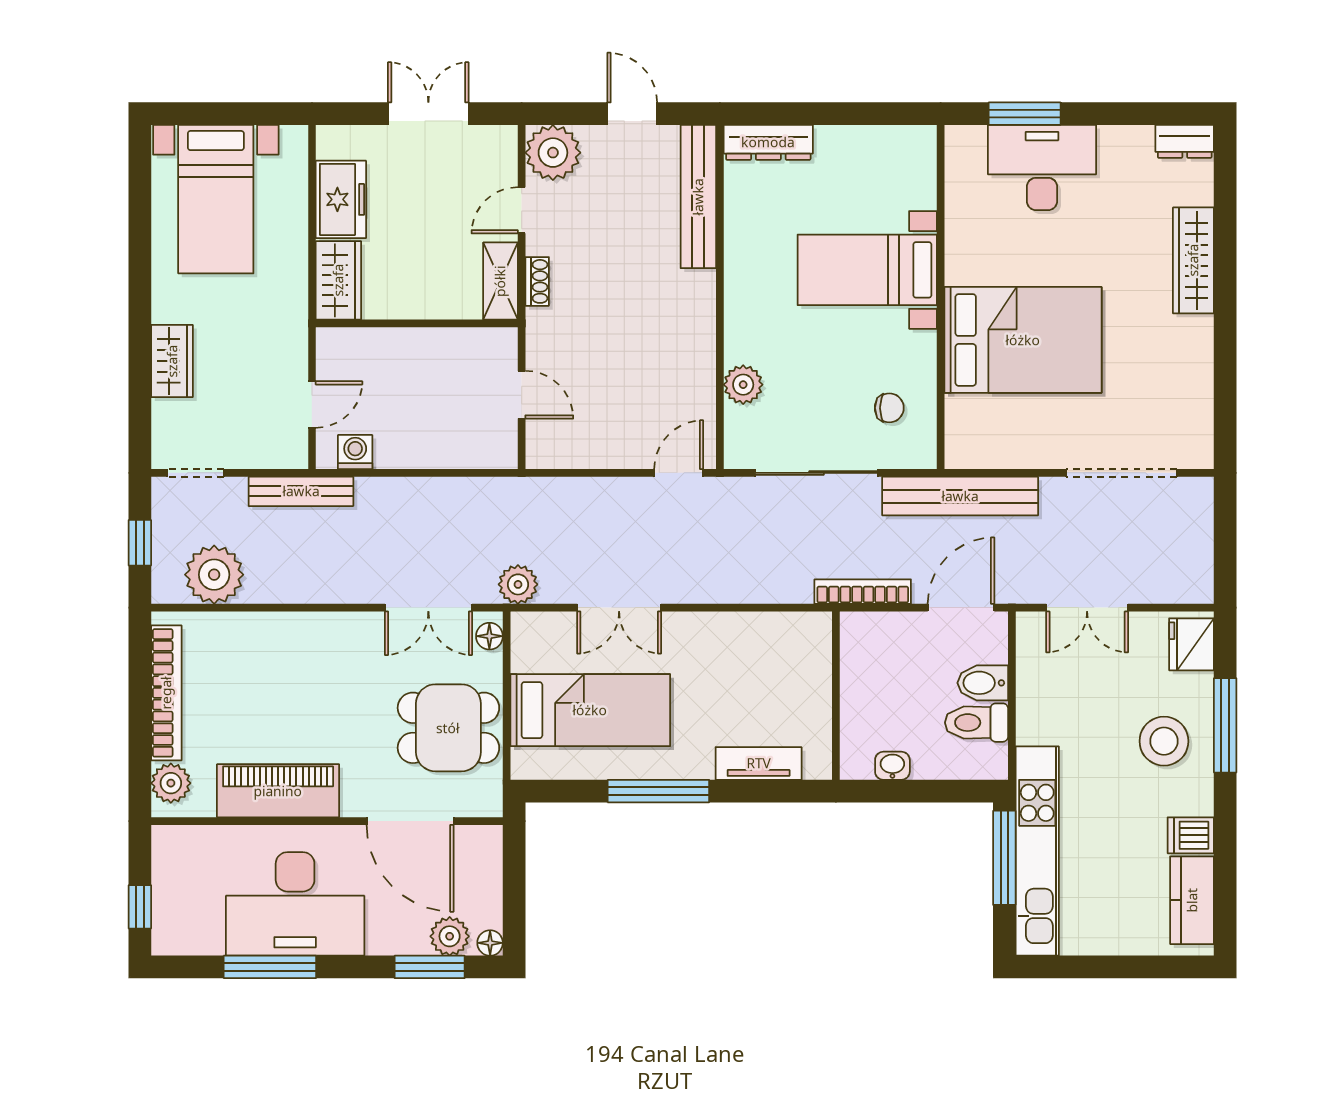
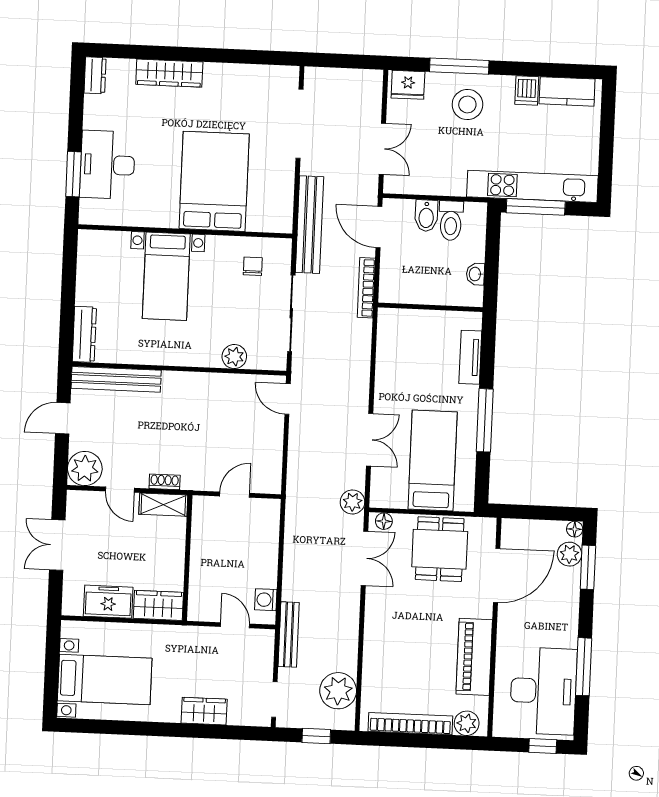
desk: (295, 904) -> (543, 691), moved

